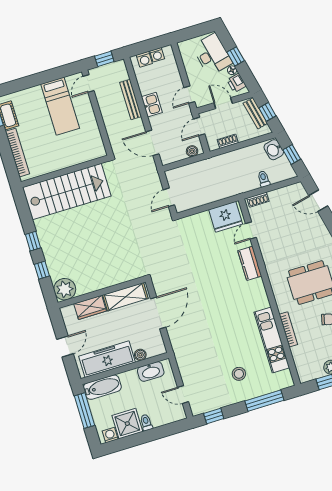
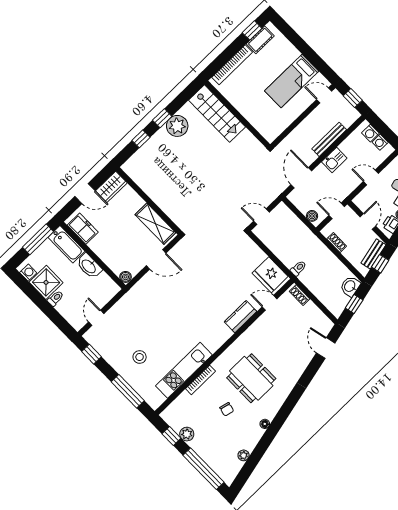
door: (189, 95) -> (371, 177), moved
toilet: (264, 179) -> (298, 268), moved
stairs: (67, 192) -> (217, 114), width x0.73, depth x0.66
plant: (65, 289) -> (177, 126), moved
wardrobe: (90, 307) -> (111, 187), moved, turned -90
door: (158, 313) -> (156, 259), width x0.73
boiler: (140, 355) -> (125, 277), moved
freezer: (107, 359) -> (83, 229), width x0.52, depth x0.79
washbasin: (151, 371) -> (89, 266), moved

